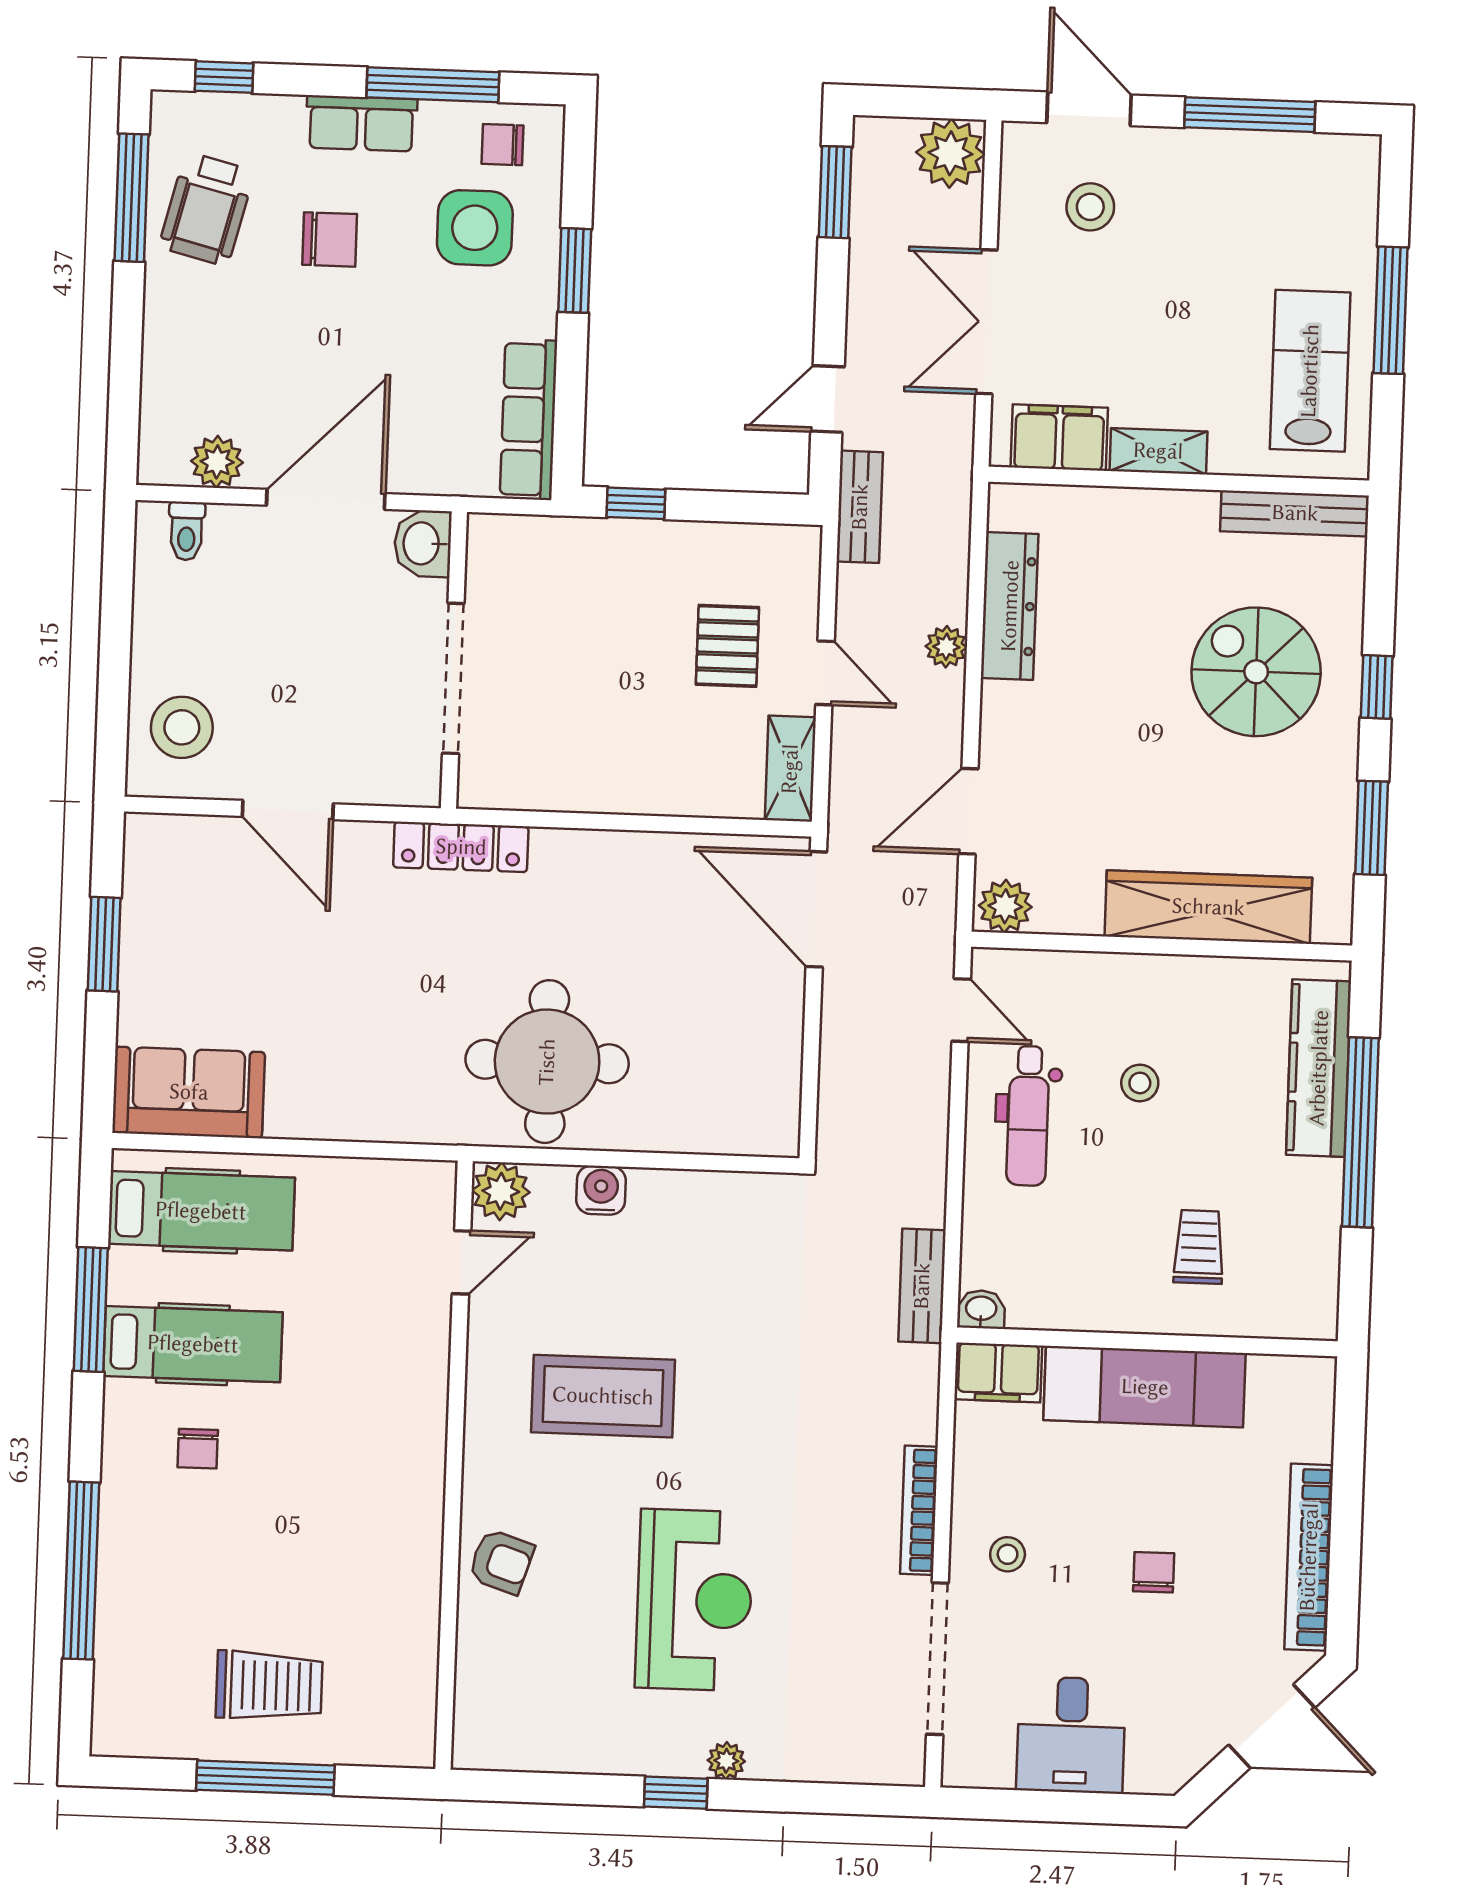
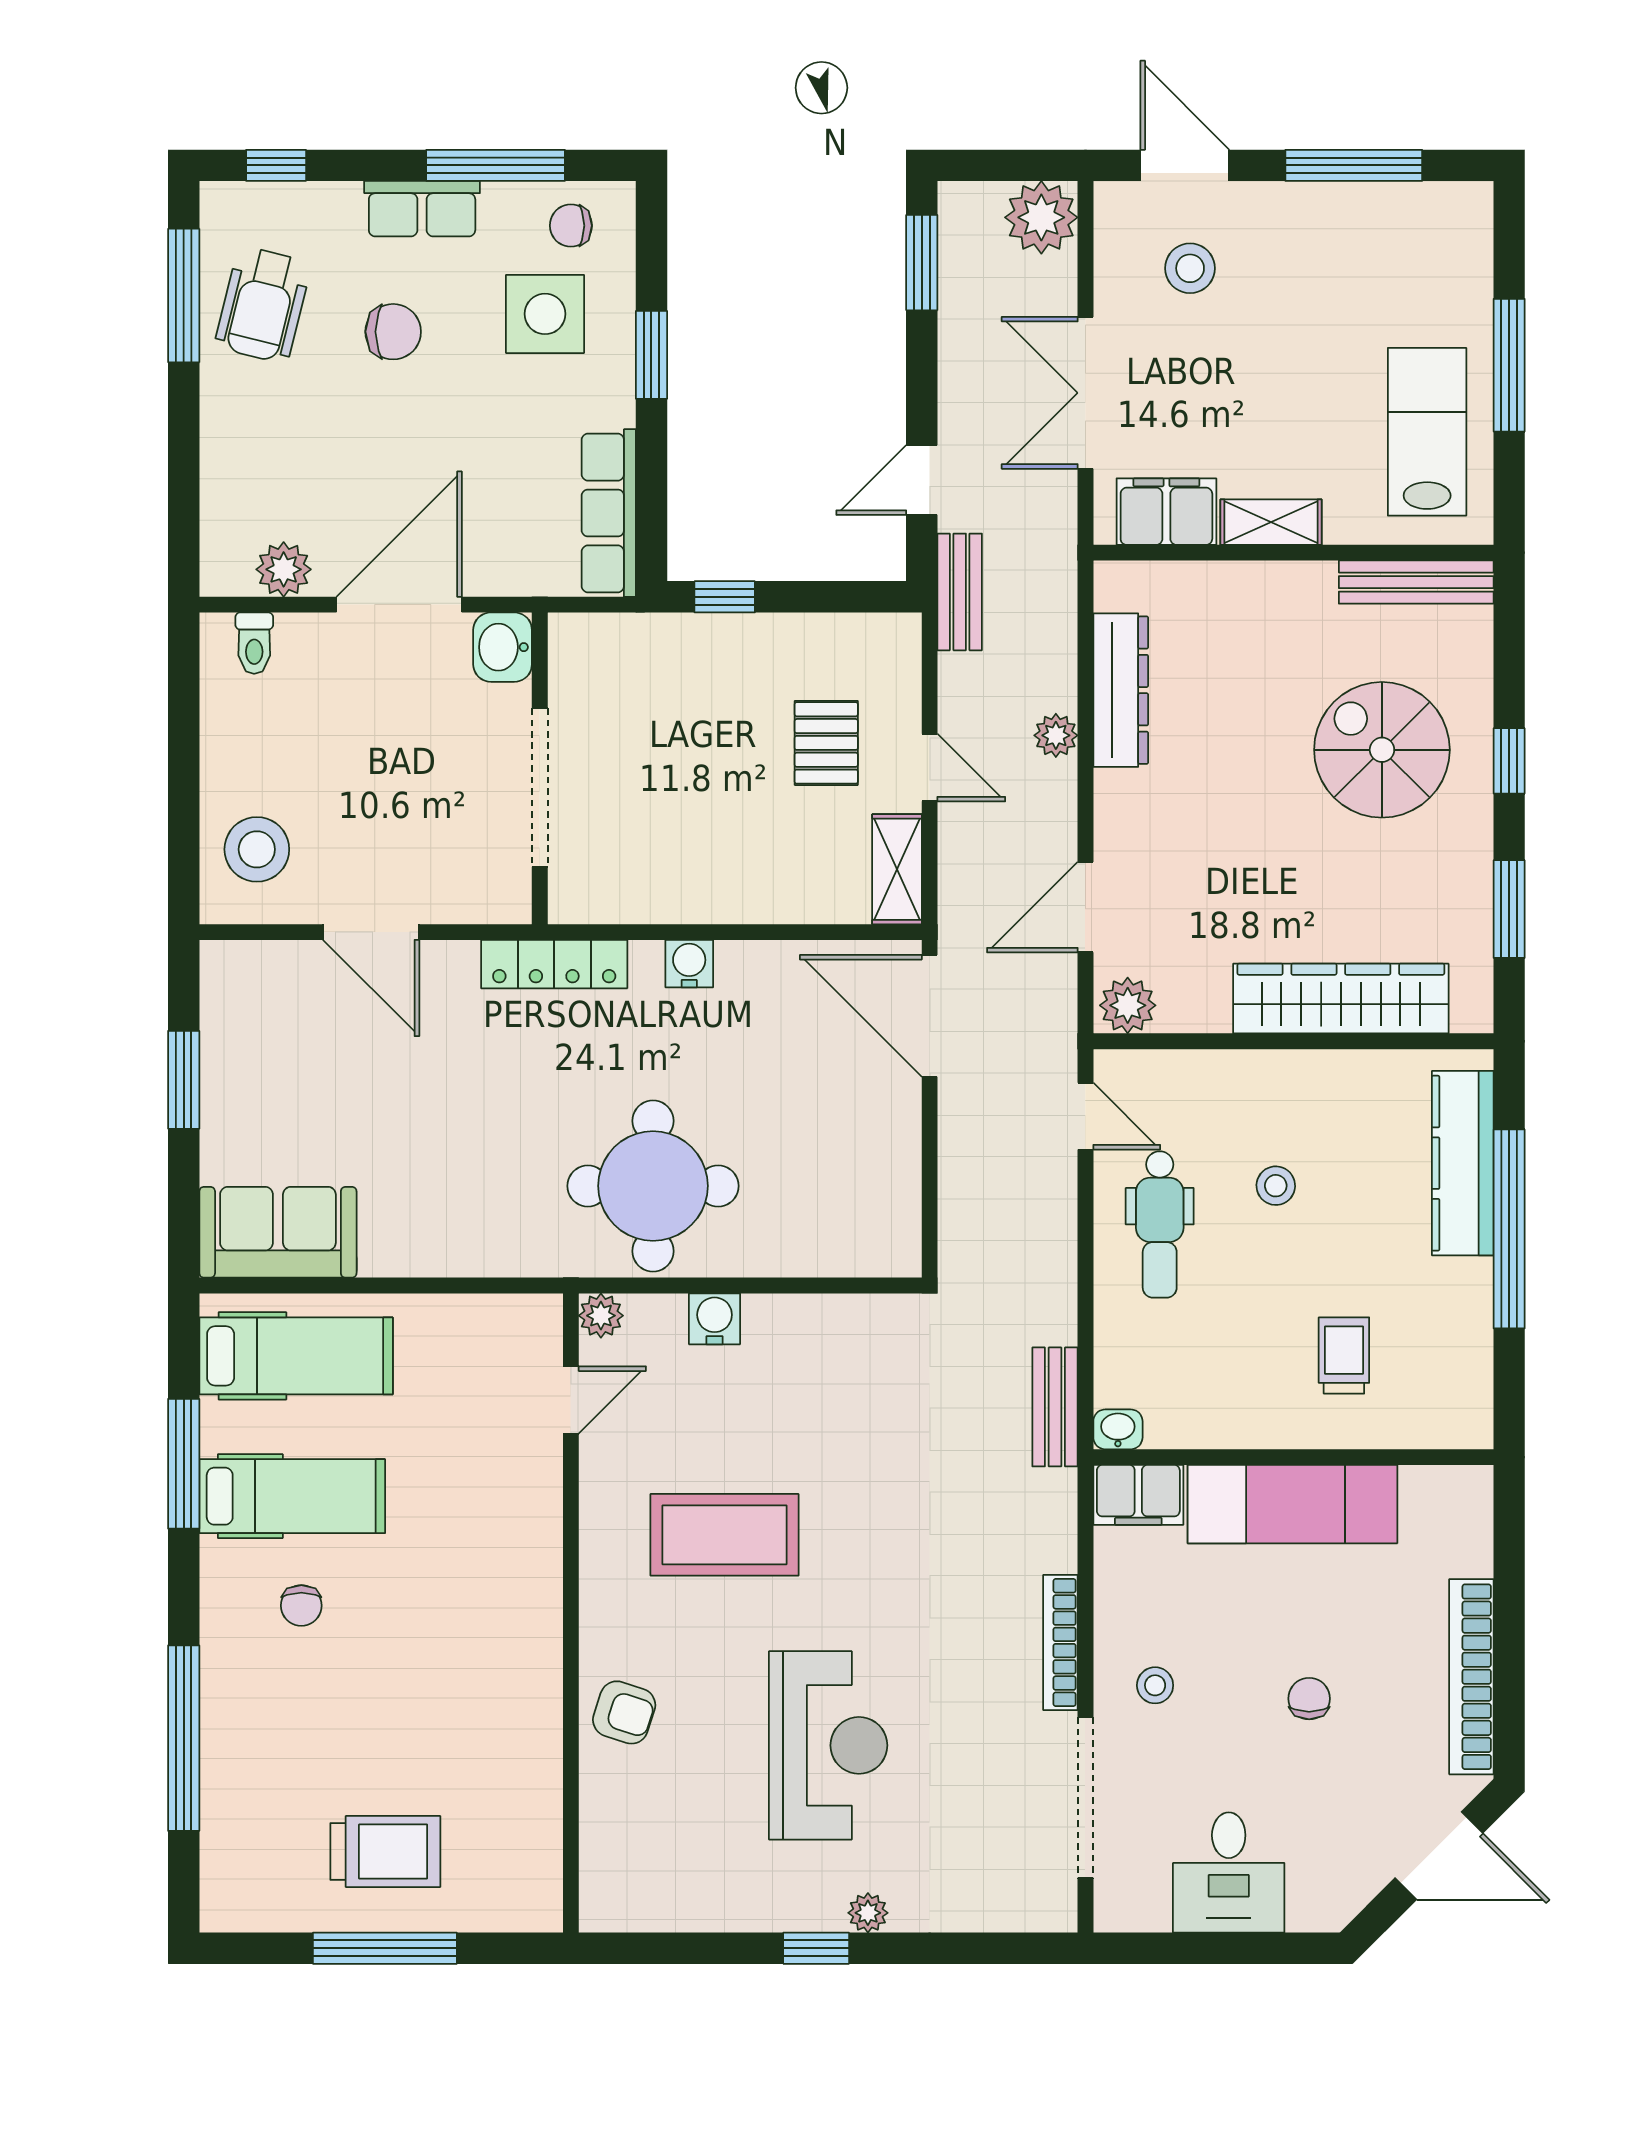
water cooler: (589, 851) -> (689, 964), added
plant: (501, 1191) -> (601, 1316), width x0.73, depth x0.73

